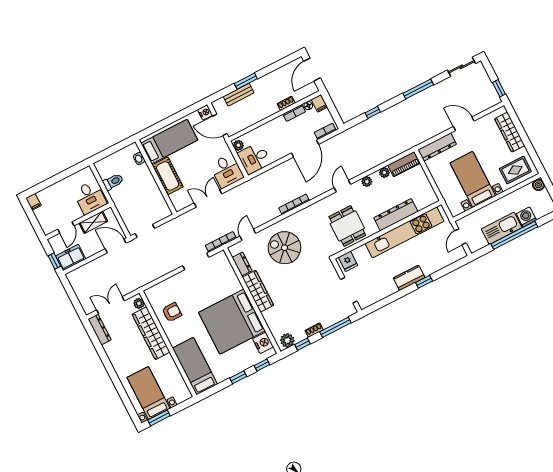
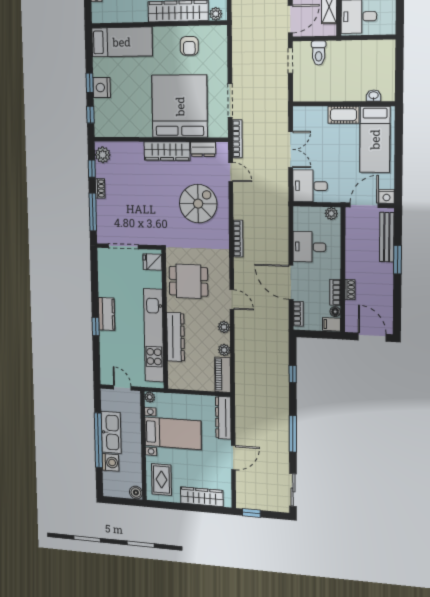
bench: (239, 95) -> (387, 237), width x1.36
desk: (254, 158) -> (309, 247), moved, turned -90
cot: (168, 176) -> (343, 115), width x0.73, depth x0.75
toilet: (113, 182) -> (319, 53), moved
plant: (455, 212) -> (150, 397), added
bed: (232, 322) -> (180, 106), moved
nightstand: (263, 343) -> (102, 88), moved, turned 90

